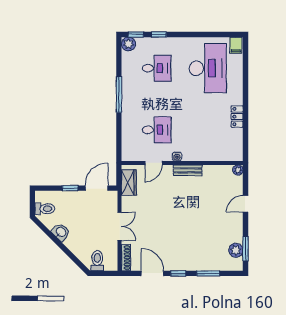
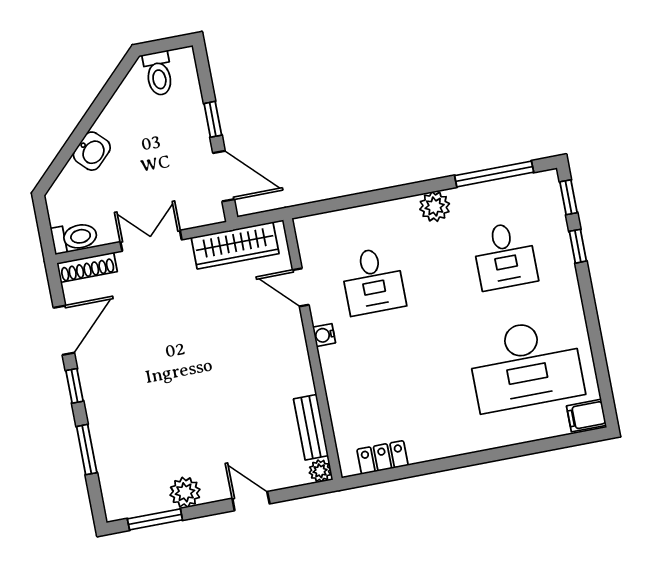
plant: (128, 44) -> (435, 207), moved
window: (119, 94) -> (494, 174), moved
locker: (237, 117) -> (382, 457), moved
bench: (188, 170) -> (311, 427), moved
wardrobe: (129, 183) -> (235, 245), width x1.50
double door: (120, 226) -> (151, 241), swing flipped
washbasin: (61, 232) -> (92, 151), moved
plant: (236, 250) -> (185, 492), moved
toilet: (97, 261) -> (74, 237), moved

